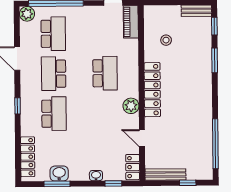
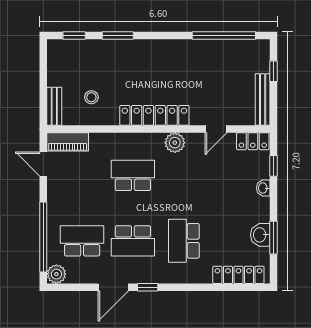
bench: (196, 11) -> (54, 106), moved
window: (18, 106) -> (148, 287), moved
school desk: (54, 114) -> (184, 241), turned -90

